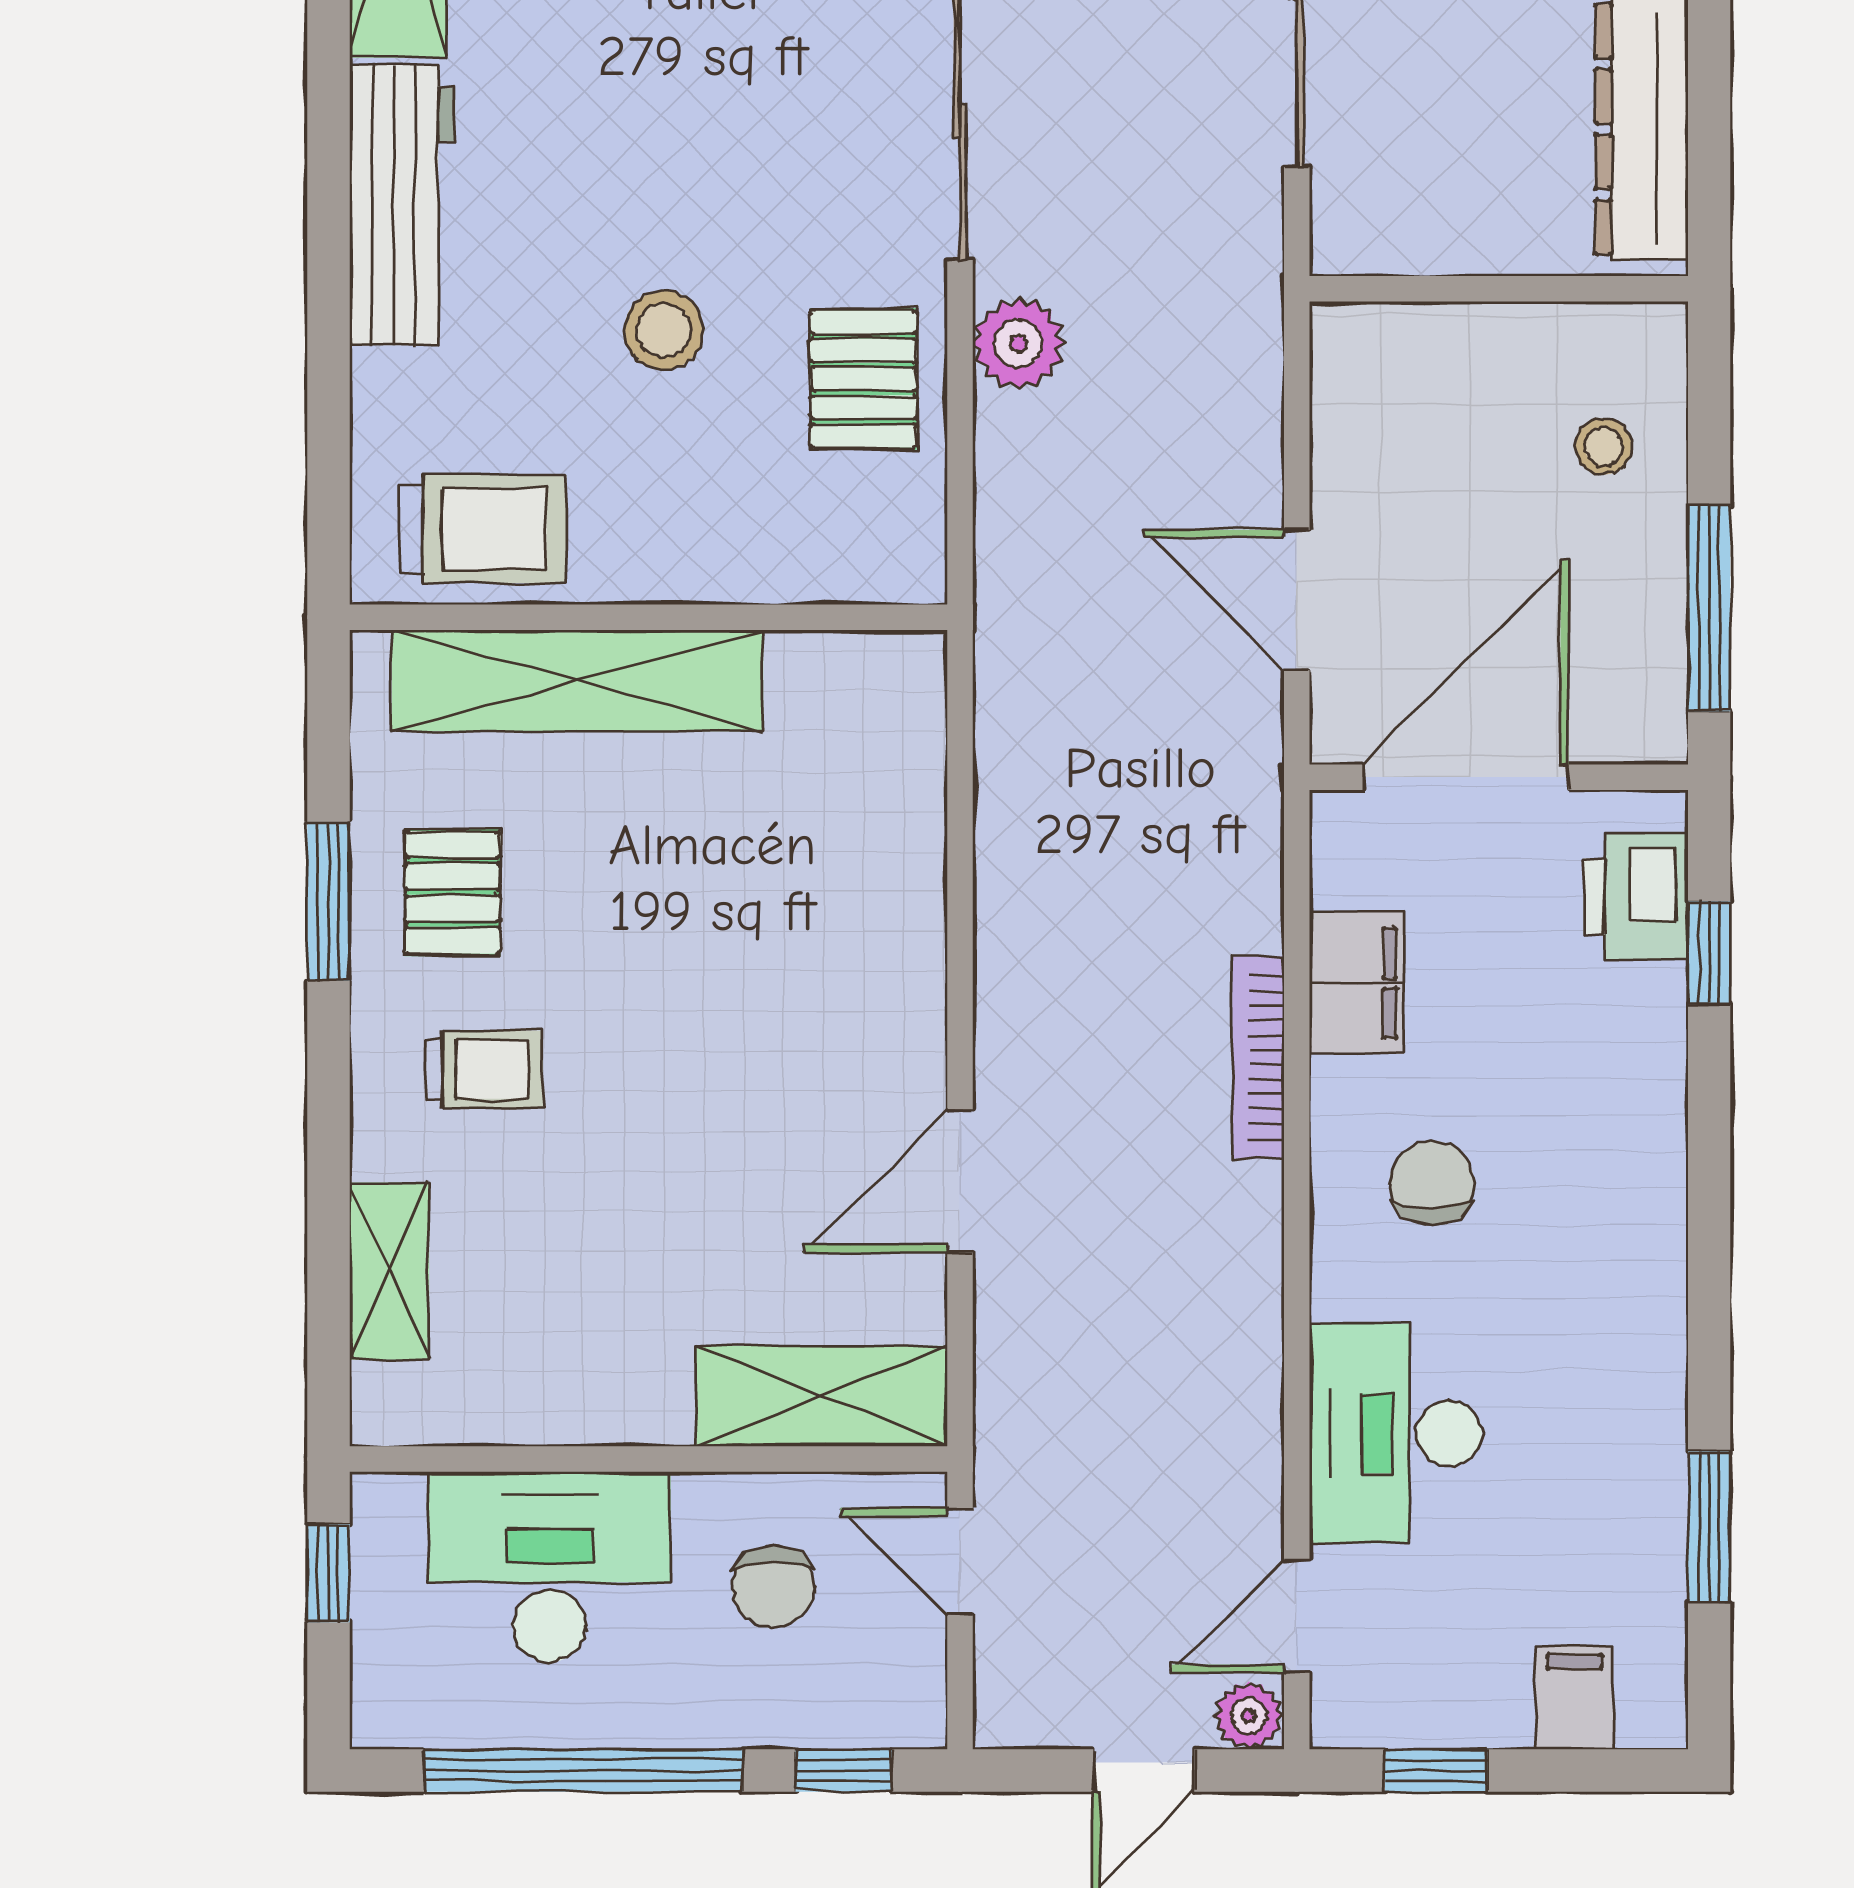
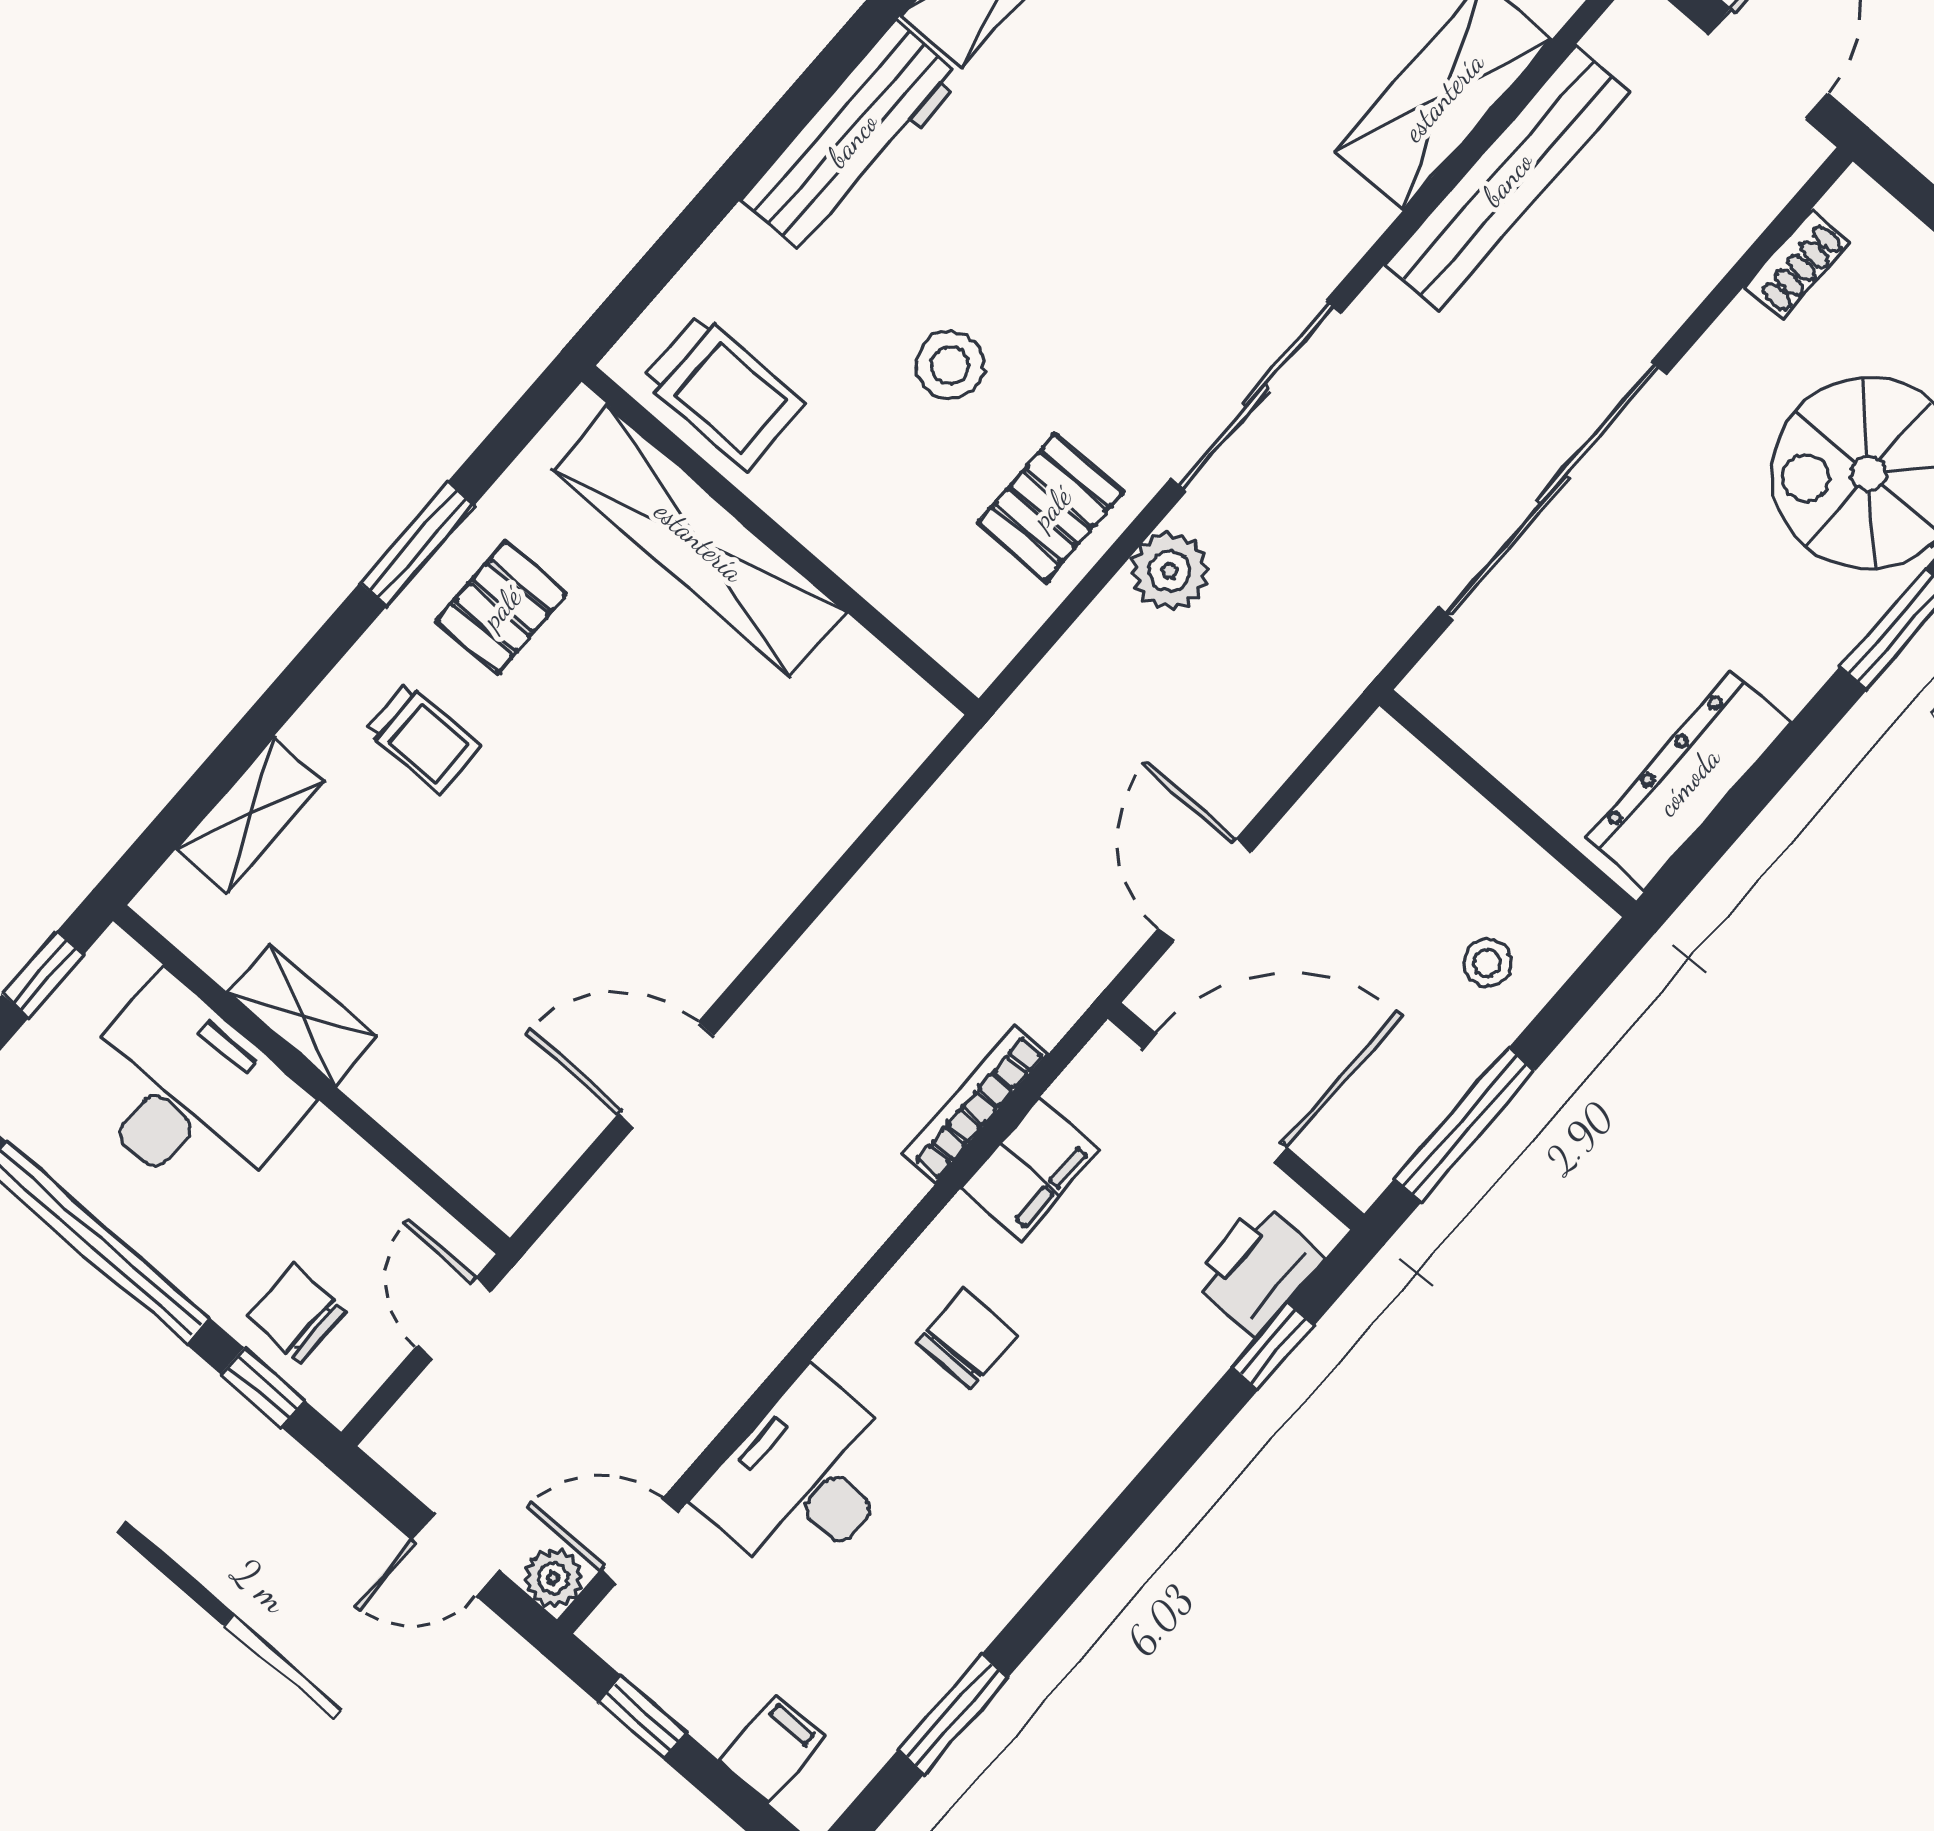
bookcase: (1258, 1057) -> (975, 1105), moved
shelving: (822, 1396) -> (302, 1015), moved, width x0.67, depth x0.75
chair: (773, 1587) -> (296, 1314), moved, turned 90

